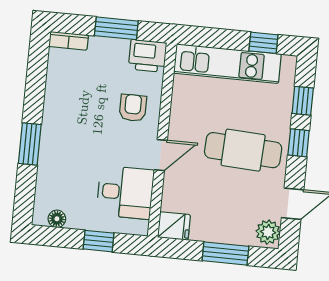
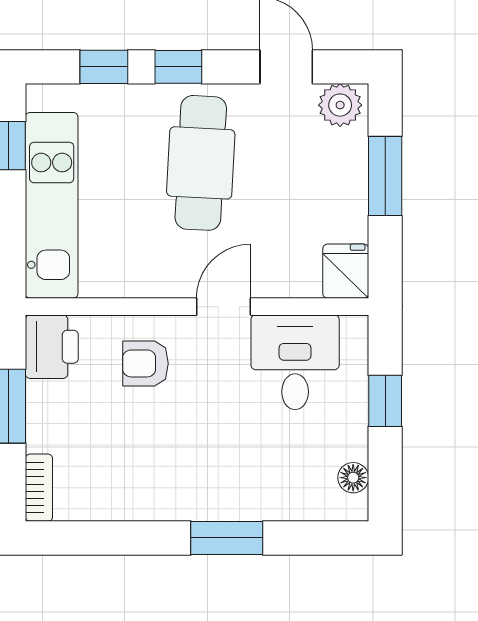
door: (161, 155) -> (224, 307), hinge flipped

